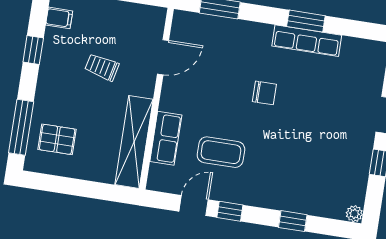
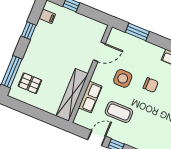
trolley: (102, 67) -> (64, 49), removed
side table: (214, 93) -> (123, 78), added

